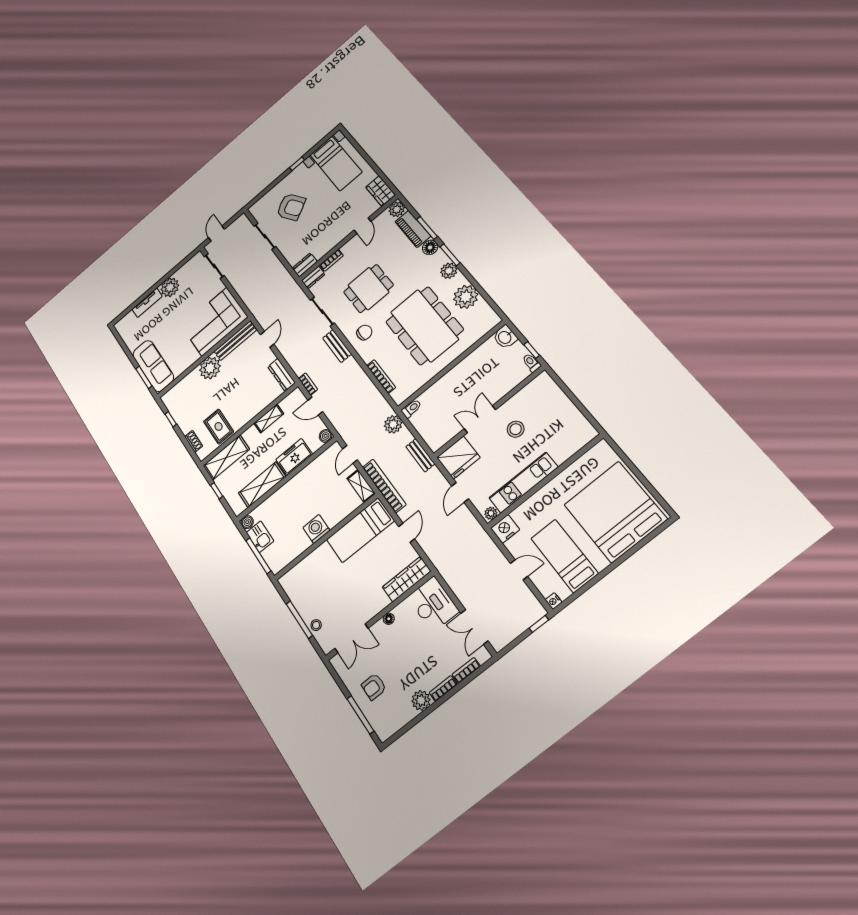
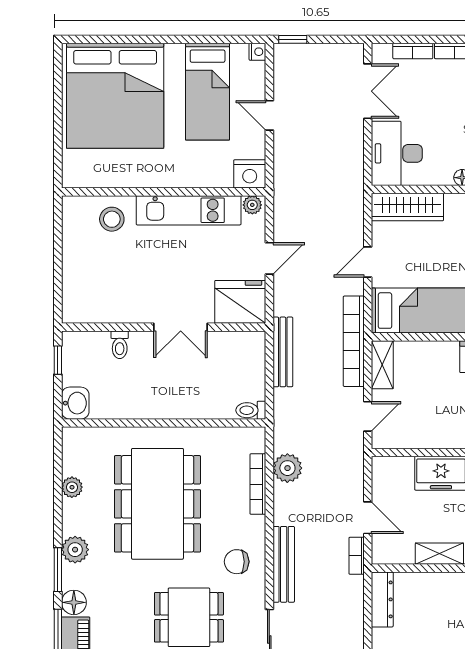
plant: (466, 297) -> (72, 487), width x0.53, depth x0.53
bench: (337, 346) -> (284, 564), width x1.36
toilet: (531, 363) -> (120, 345), moved
plant: (393, 424) -> (287, 468), moved
stool: (516, 429) -> (112, 219), moved
boiler: (326, 436) -> (382, 467), removed
bench: (420, 455) -> (283, 352), width x1.36

